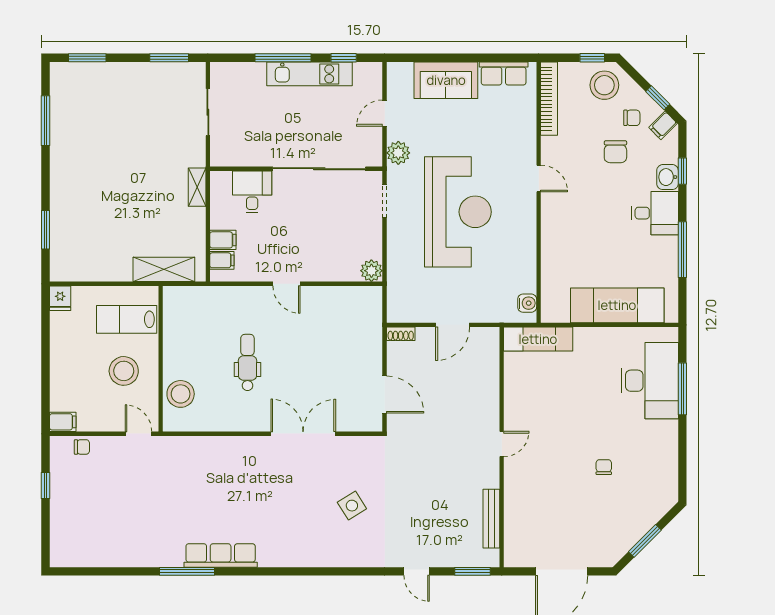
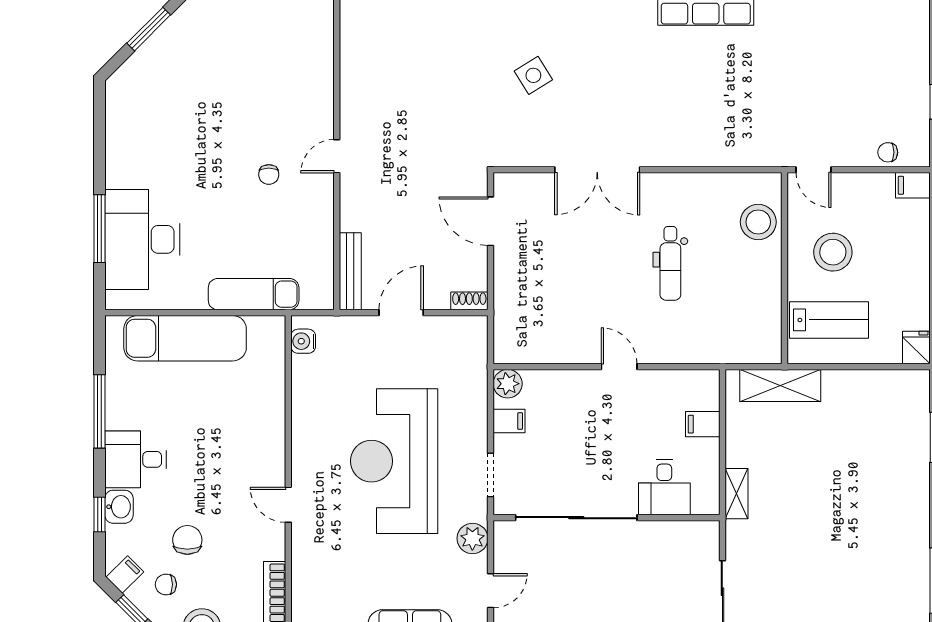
filing cabinet: (222, 260) -> (509, 421), moved, turned 180
exam couch: (538, 339) -> (254, 294), moved
chair: (604, 467) -> (269, 174), moved
bench: (491, 519) -> (350, 271), moved

